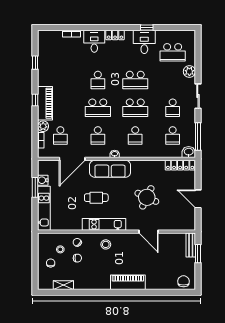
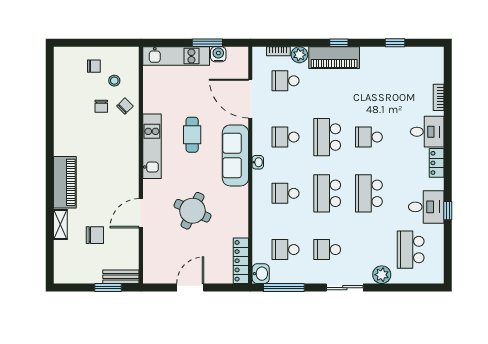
stool: (106, 244) -> (122, 149), removed
chair: (183, 281) -> (95, 235), moved
shelving: (63, 285) -> (60, 225), moved

